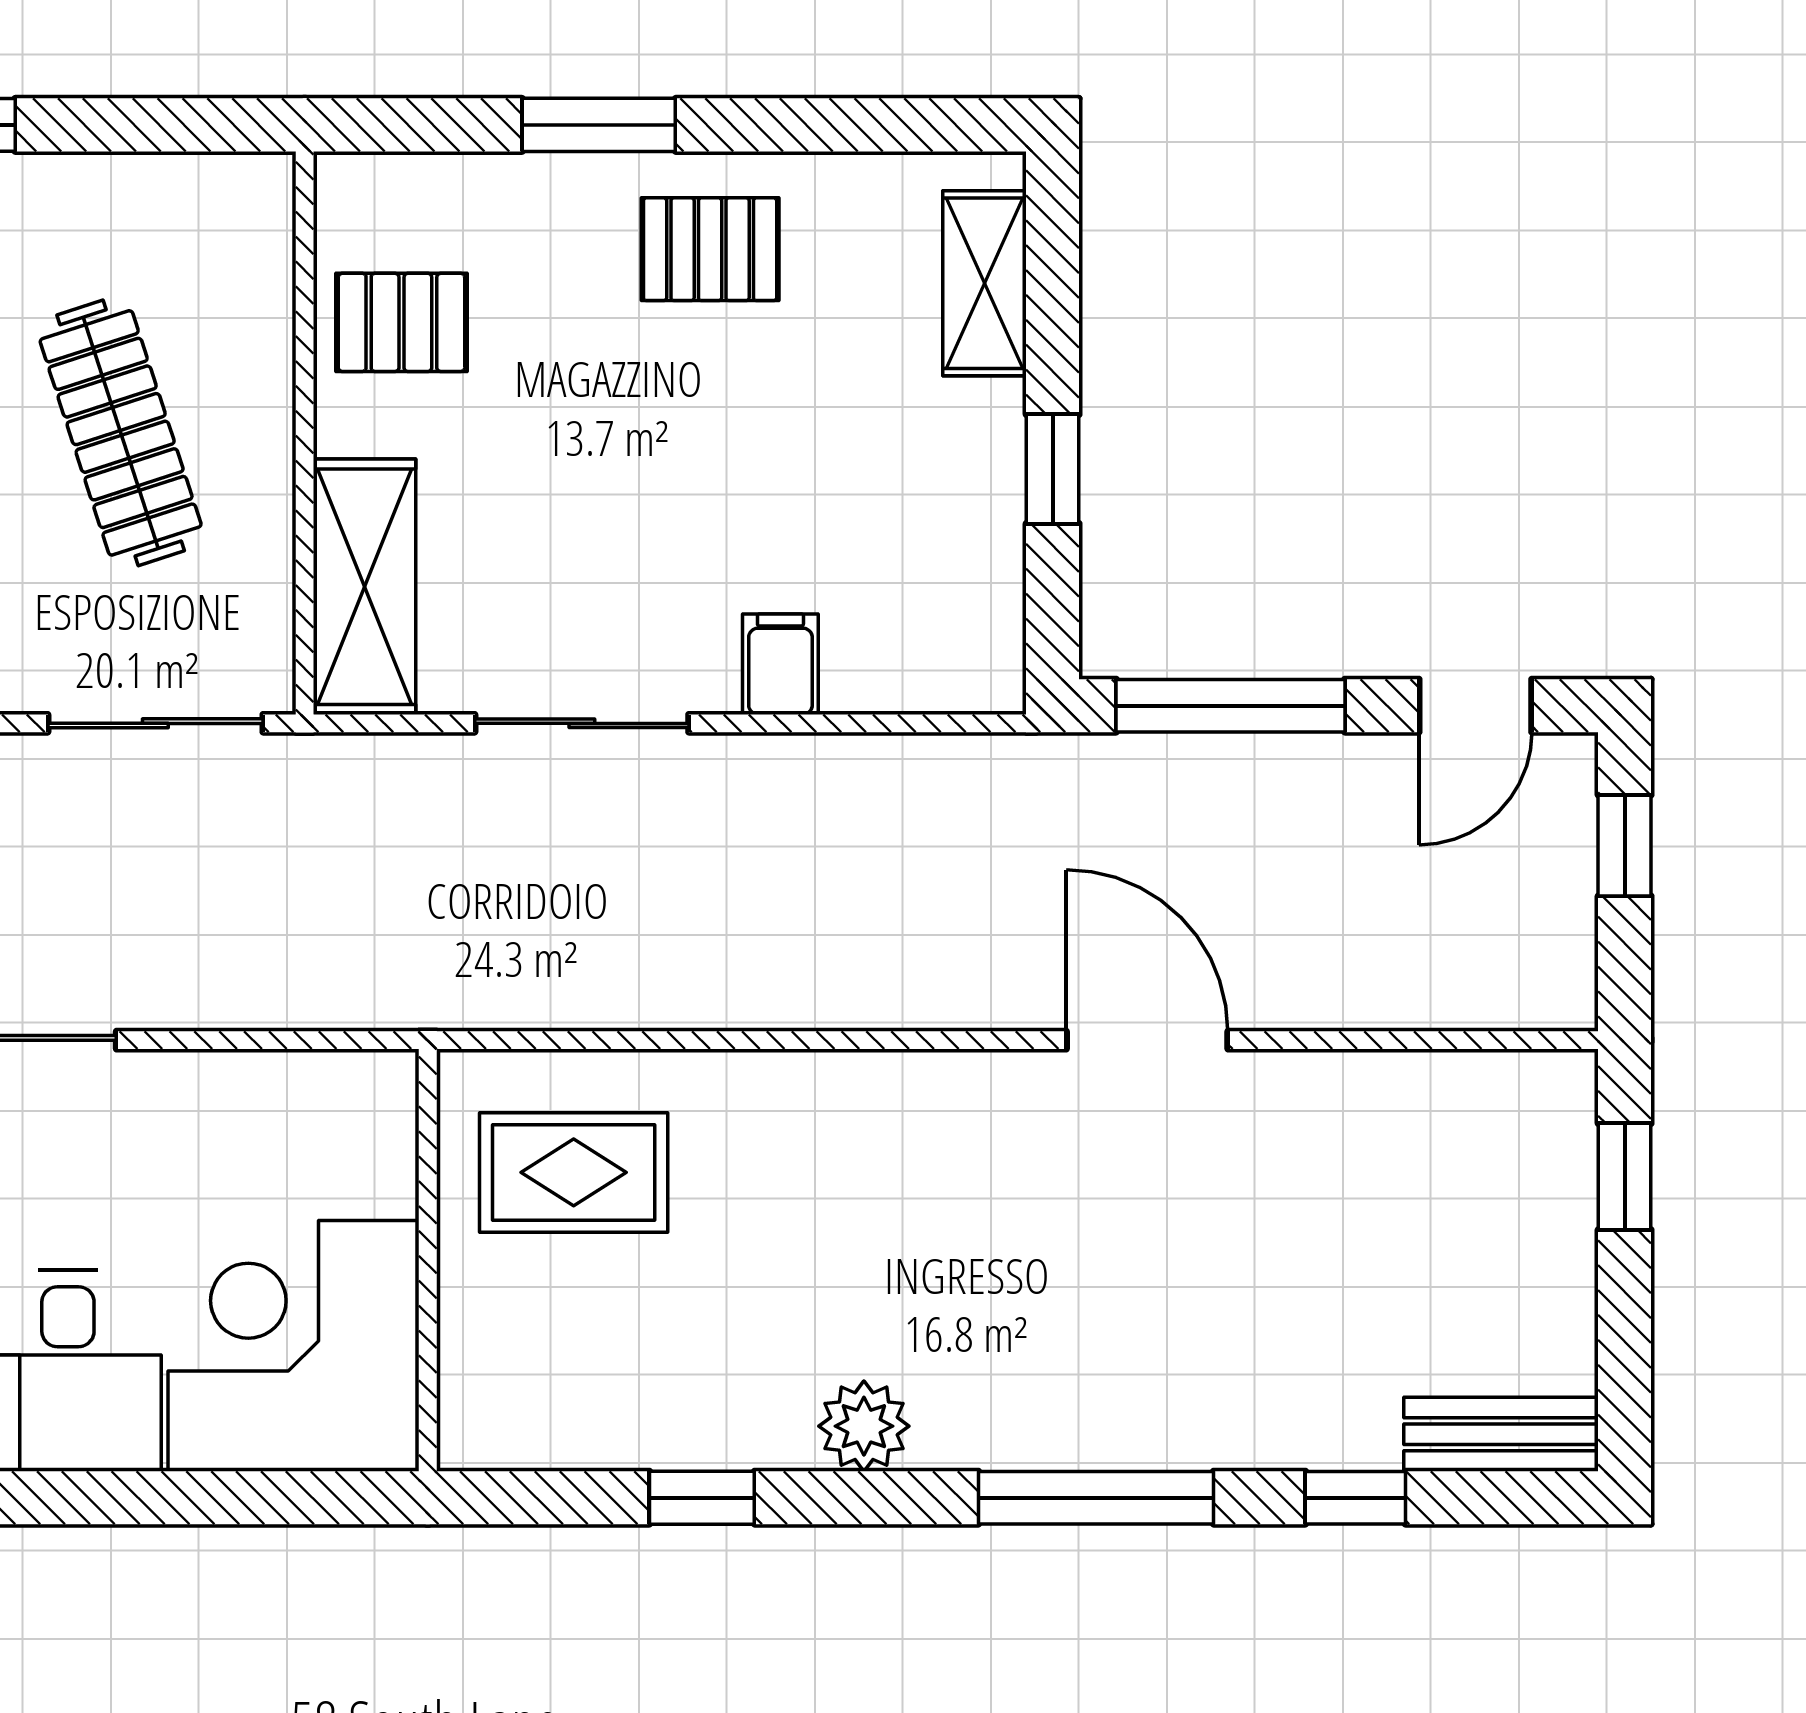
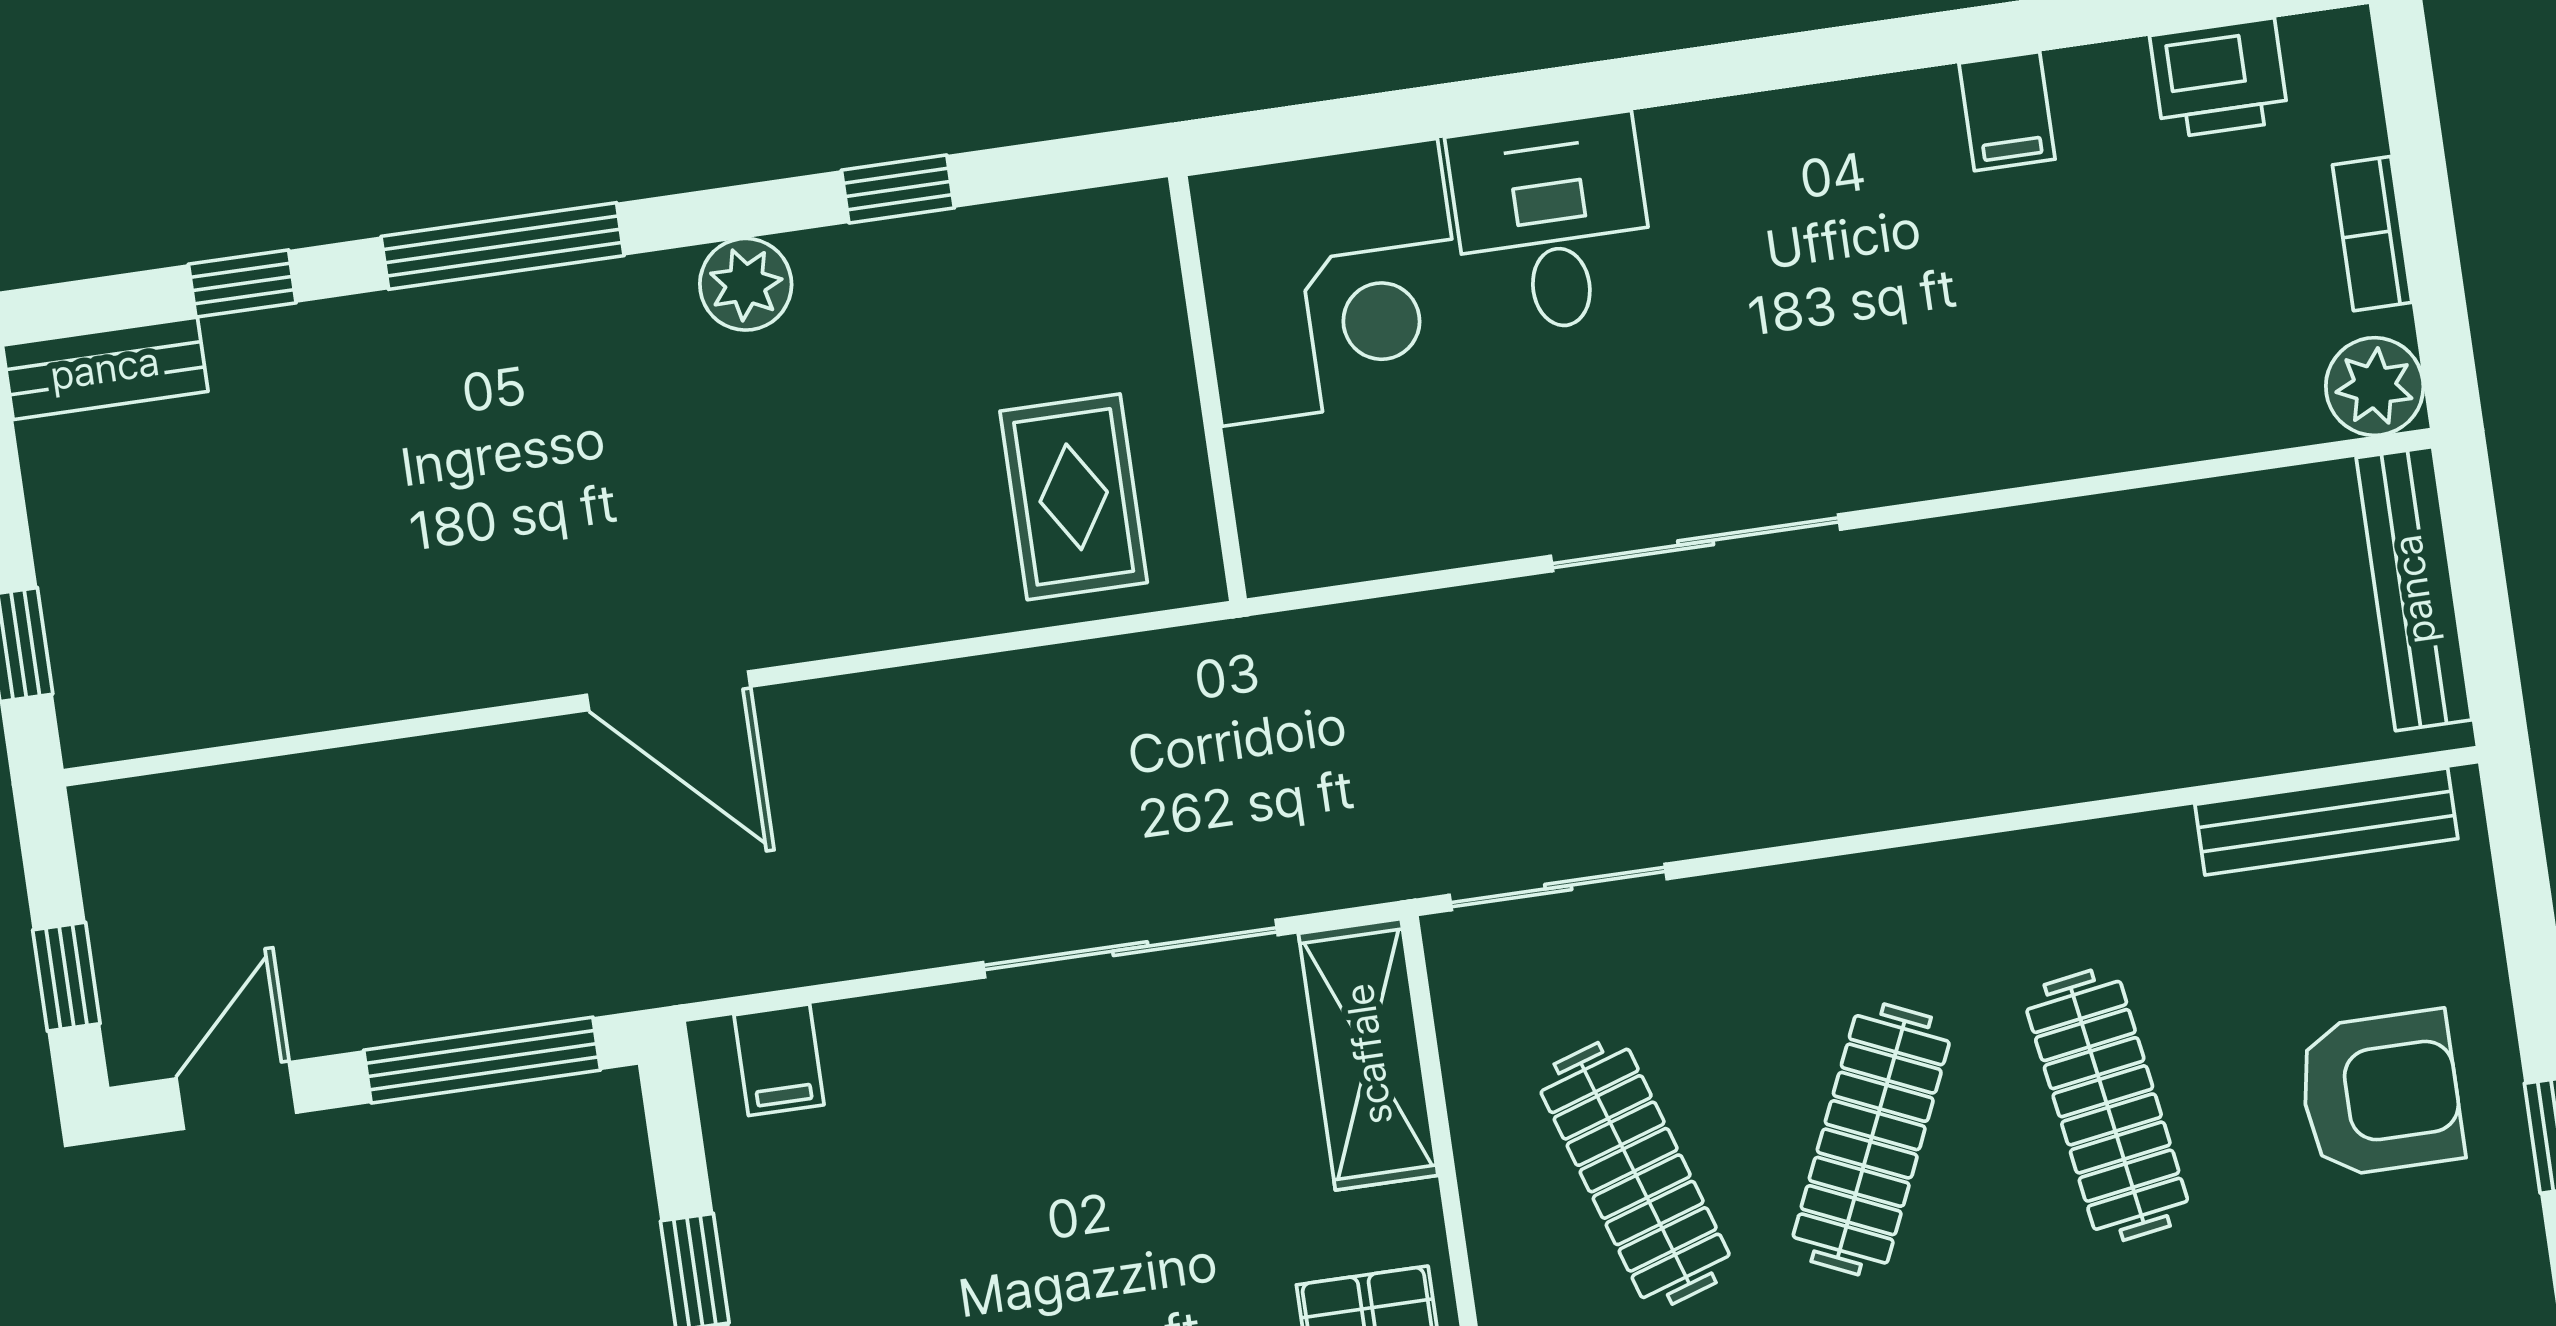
filing cabinet: (780, 664) -> (779, 1060), moved
sliding door: (582, 723) -> (1130, 949), width x1.37
door: (1147, 1040) -> (669, 691), moved
rug: (574, 1172) -> (1074, 497), turned 90

